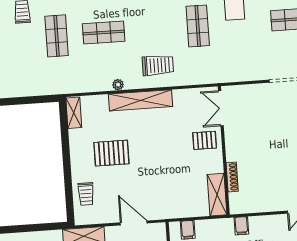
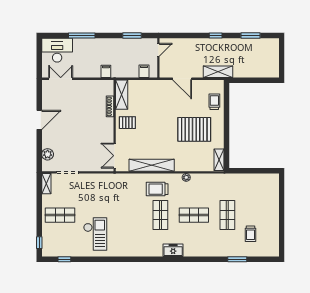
shop shelf: (198, 26) -> (160, 215), moved
shelving: (141, 100) -> (152, 165), moved
double door: (221, 108) -> (115, 156), swing flipped
pallet: (205, 140) -> (127, 123), moved
pallet: (111, 153) -> (194, 129), width x1.37, depth x1.41

